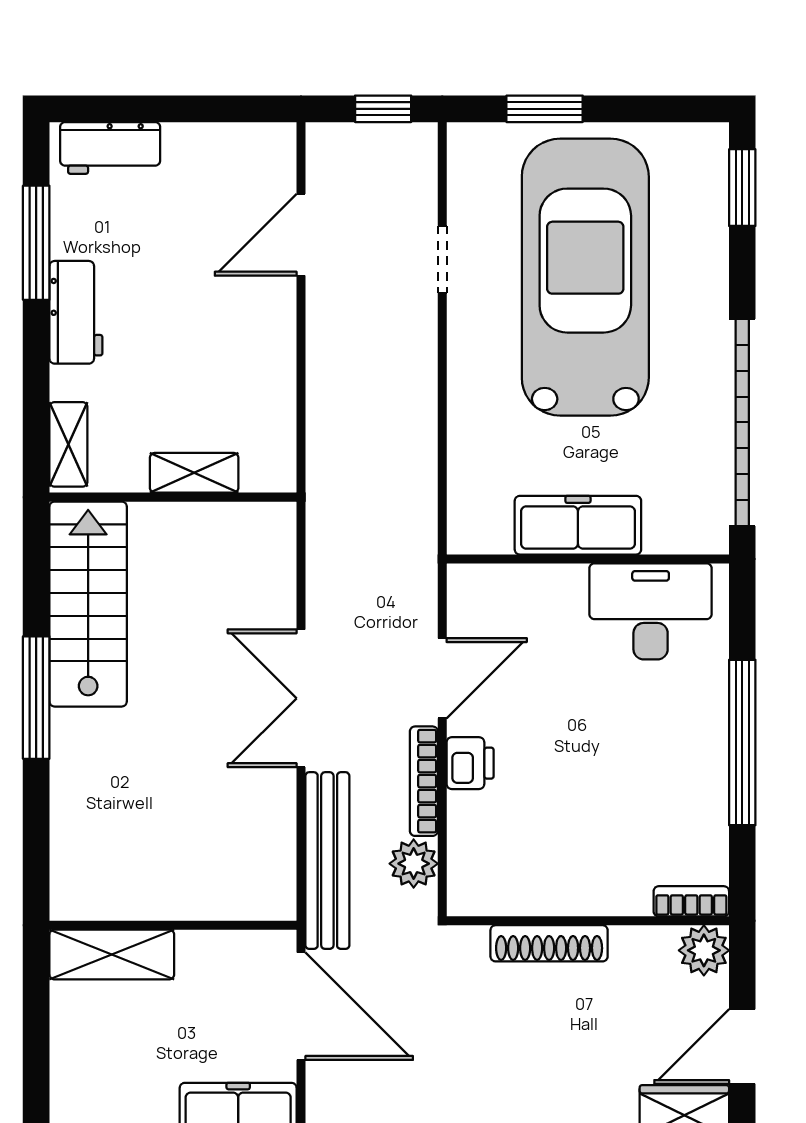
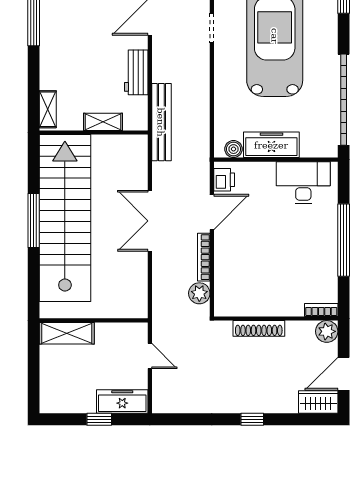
workbench: (76, 312) -> (136, 72), moved, turned 180
boiler: (492, 535) -> (234, 149), added
stairs: (88, 604) -> (65, 218), width x1.86, depth x1.51
printer: (470, 763) -> (224, 180), moved
bench: (327, 861) -> (161, 122), moved
door: (301, 1006) -> (150, 356), width x0.53

